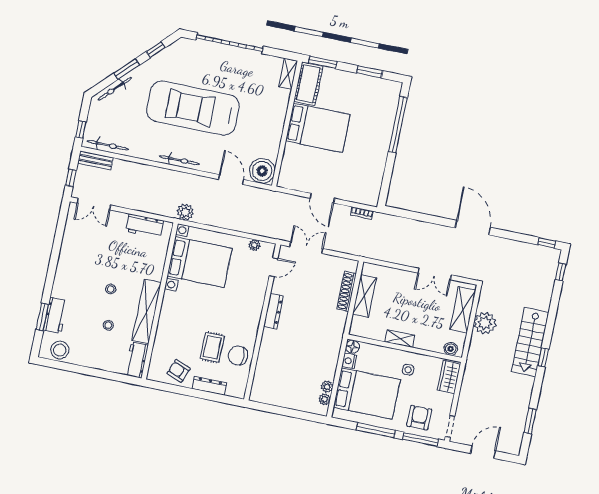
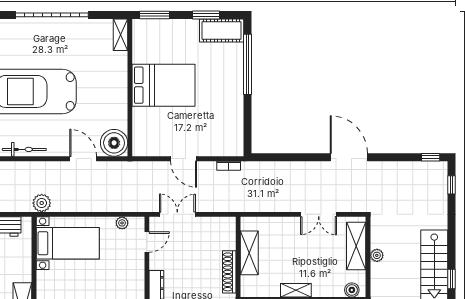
cot: (308, 84) -> (222, 30), moved, turned 90
bed with nightstands: (200, 262) -> (68, 243), width x0.73
shoe rack: (346, 291) -> (229, 272), moved
plant: (485, 323) -> (377, 255), width x0.53, depth x0.53

